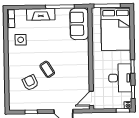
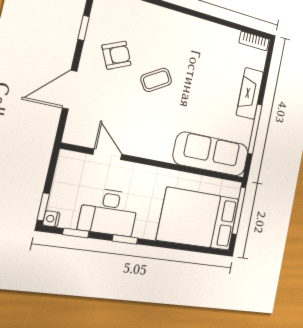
sofa: (79, 24) -> (211, 154), width x1.36
side table: (21, 40) -> (217, 47), removed
armchair: (30, 83) -> (117, 55), moved
door: (91, 98) -> (107, 154), moved

